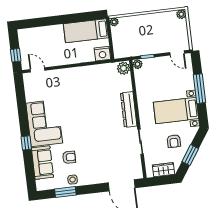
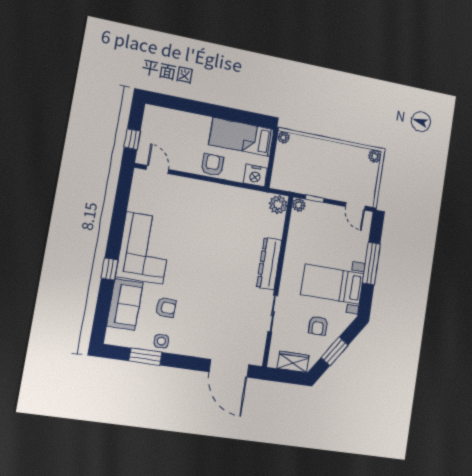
armchair: (72, 56) -> (212, 165), added

